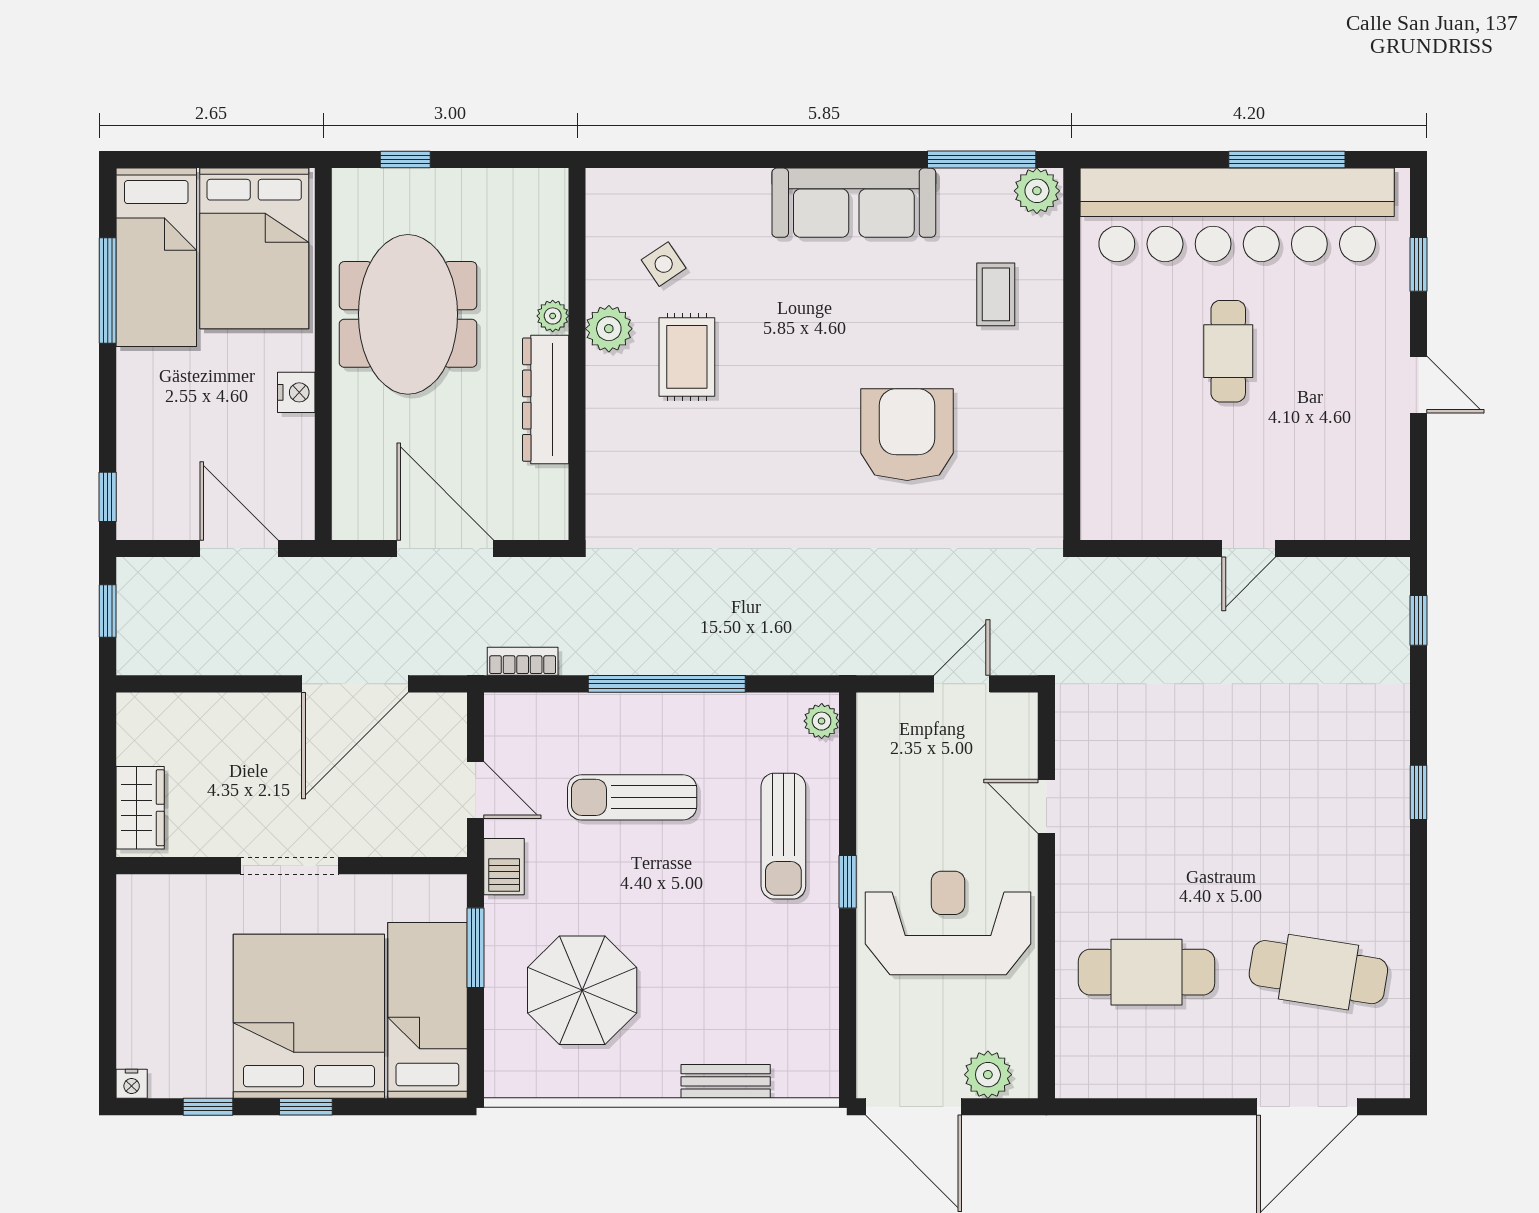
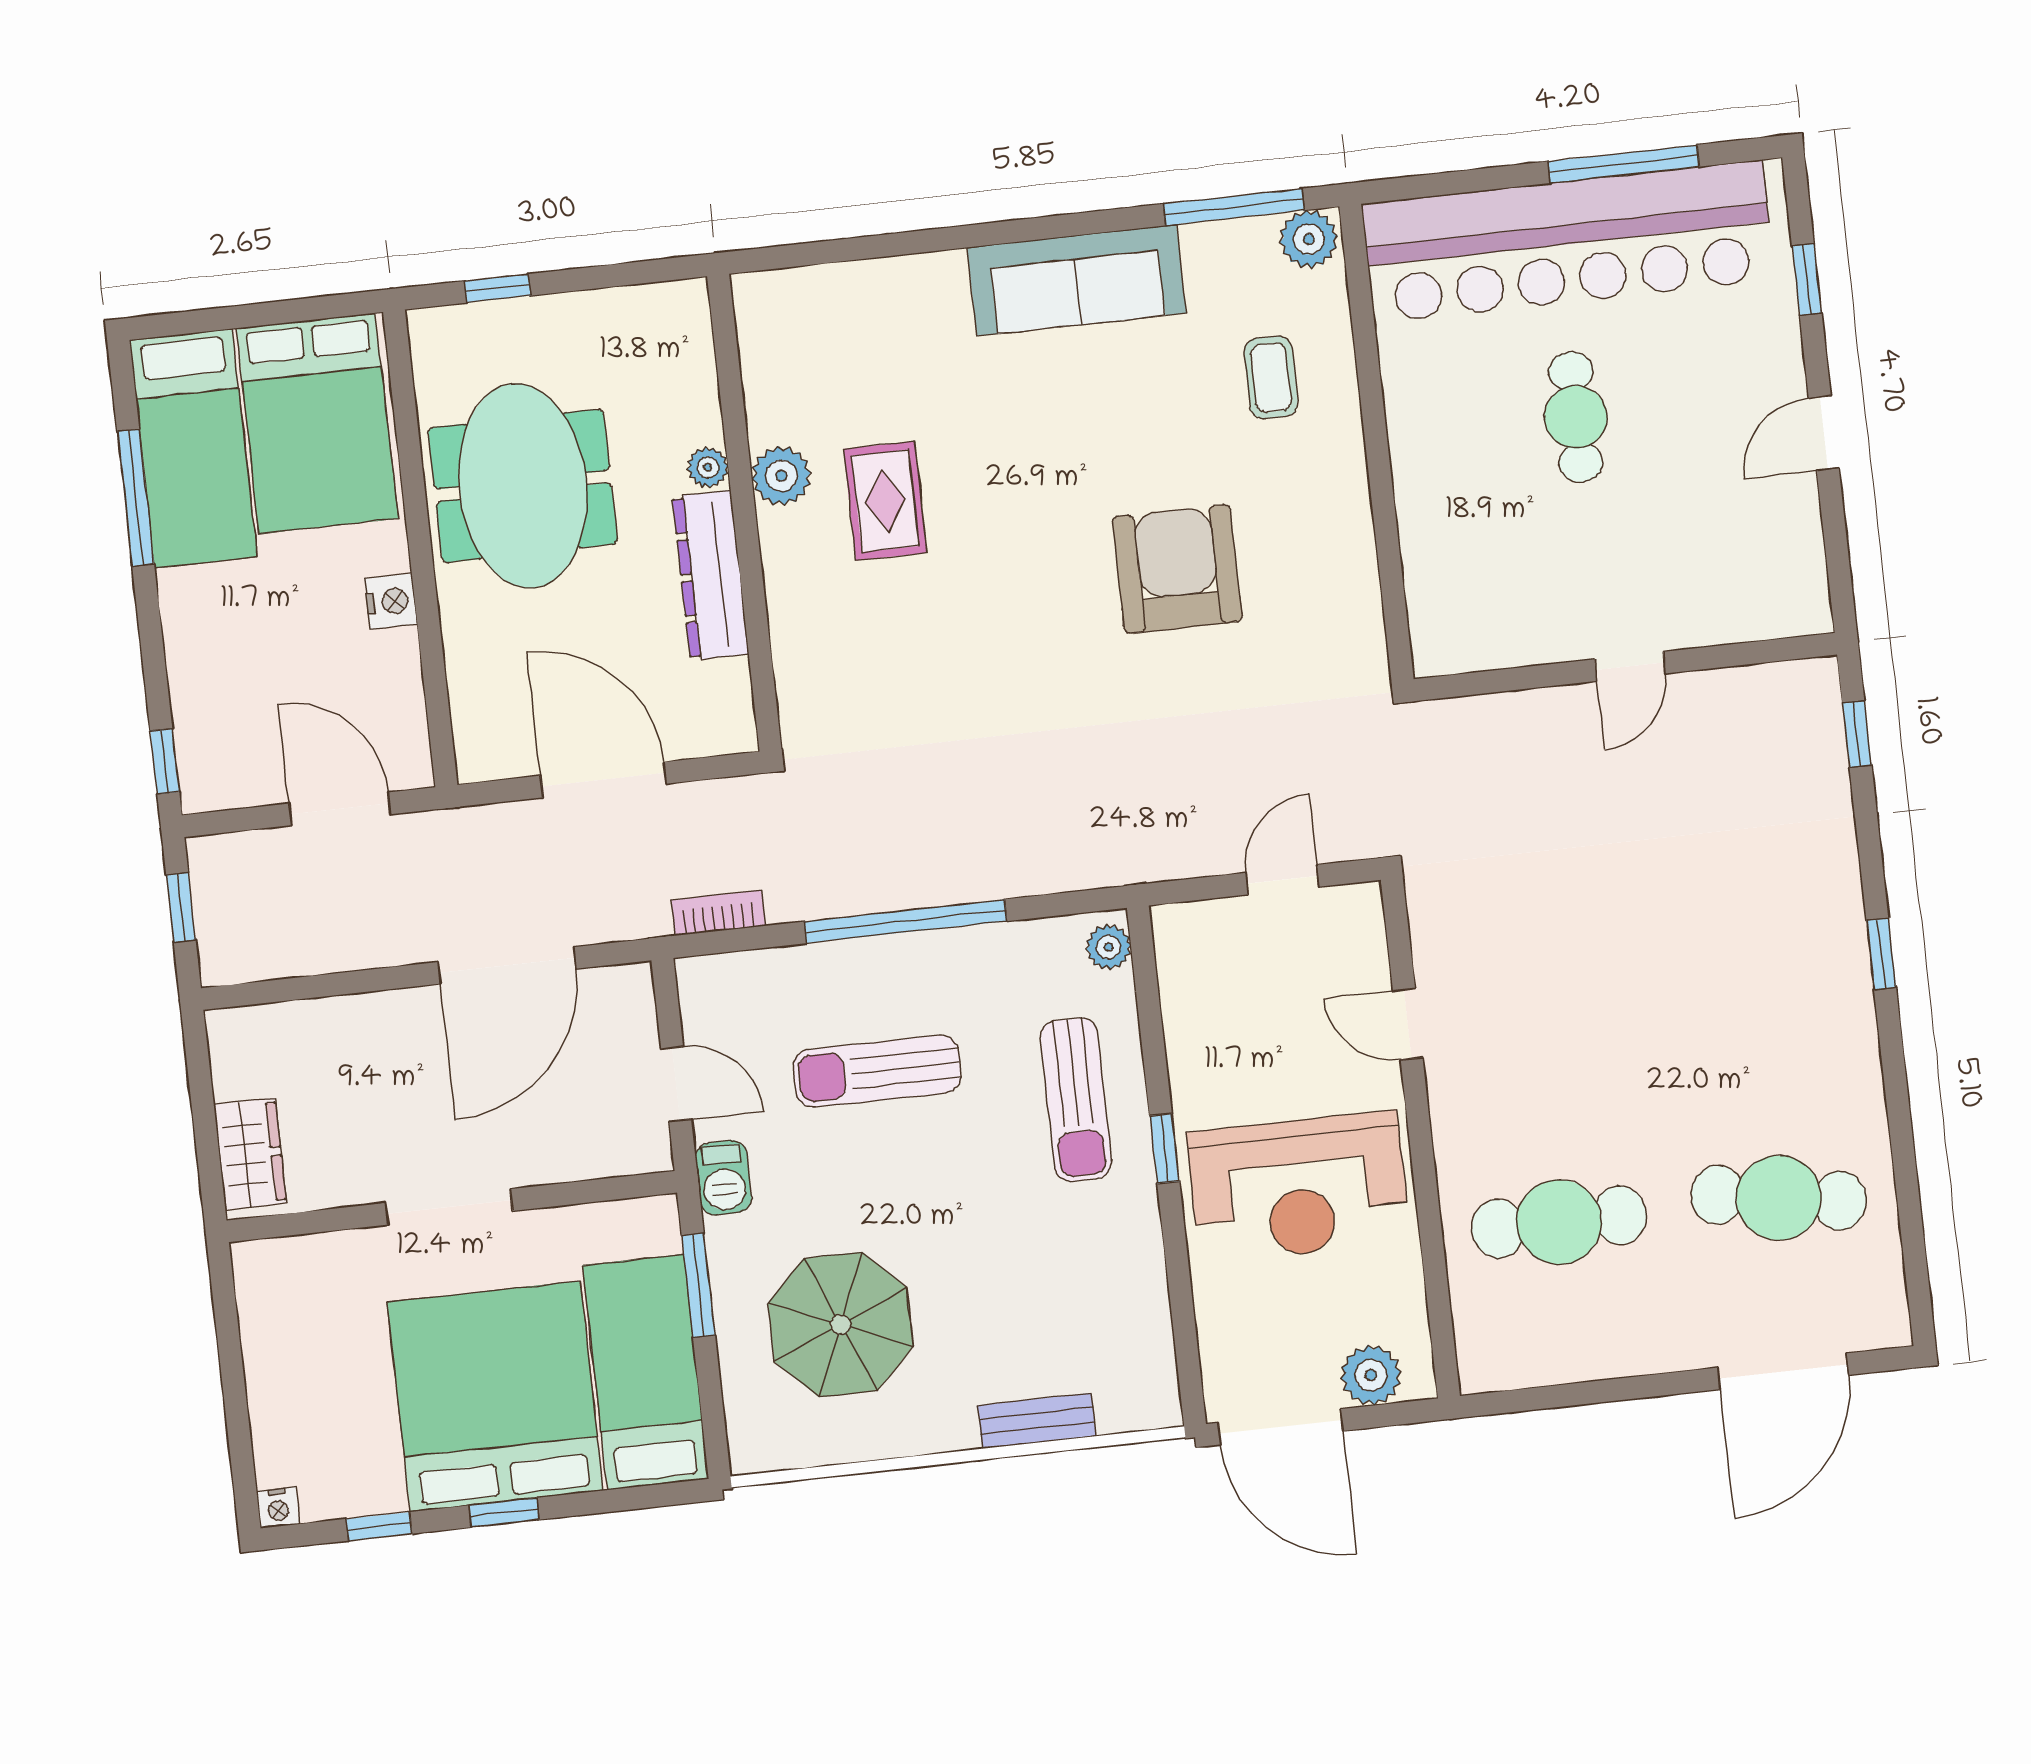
side table: (664, 264) -> (842, 385), removed
door: (1419, 385) -> (1824, 433), swing flipped
reception desk: (948, 923) -> (1299, 1187), turned 180

